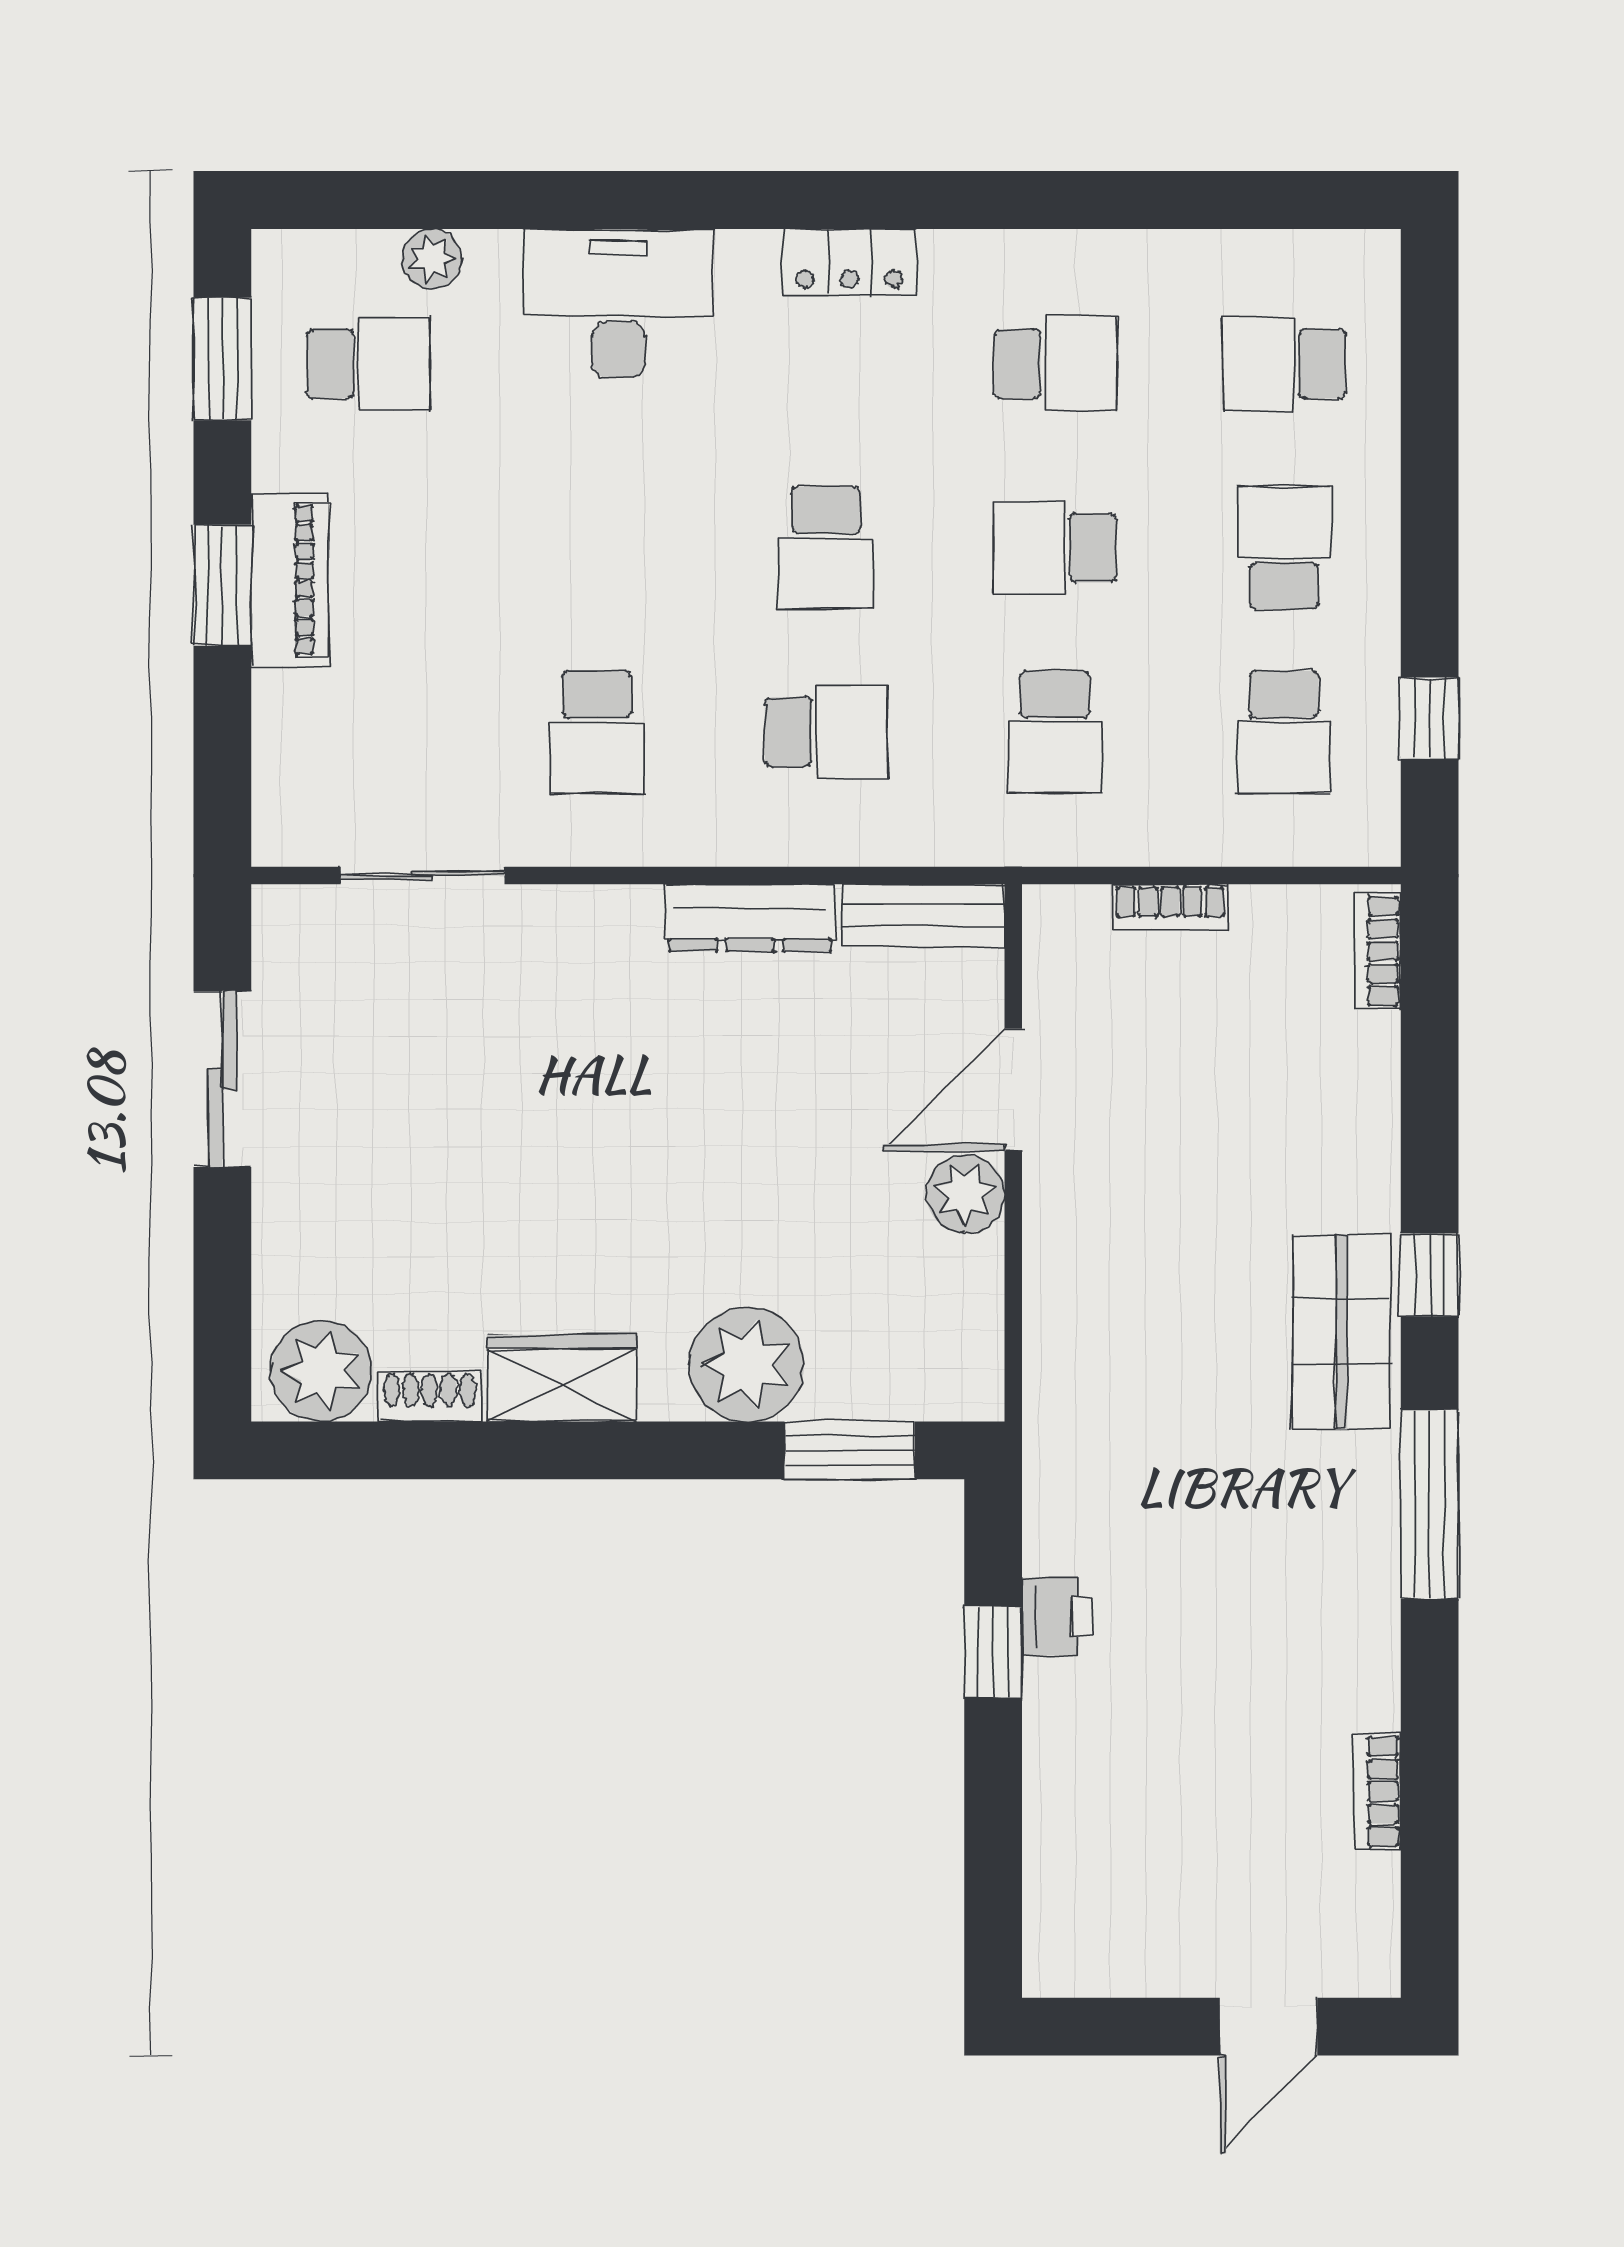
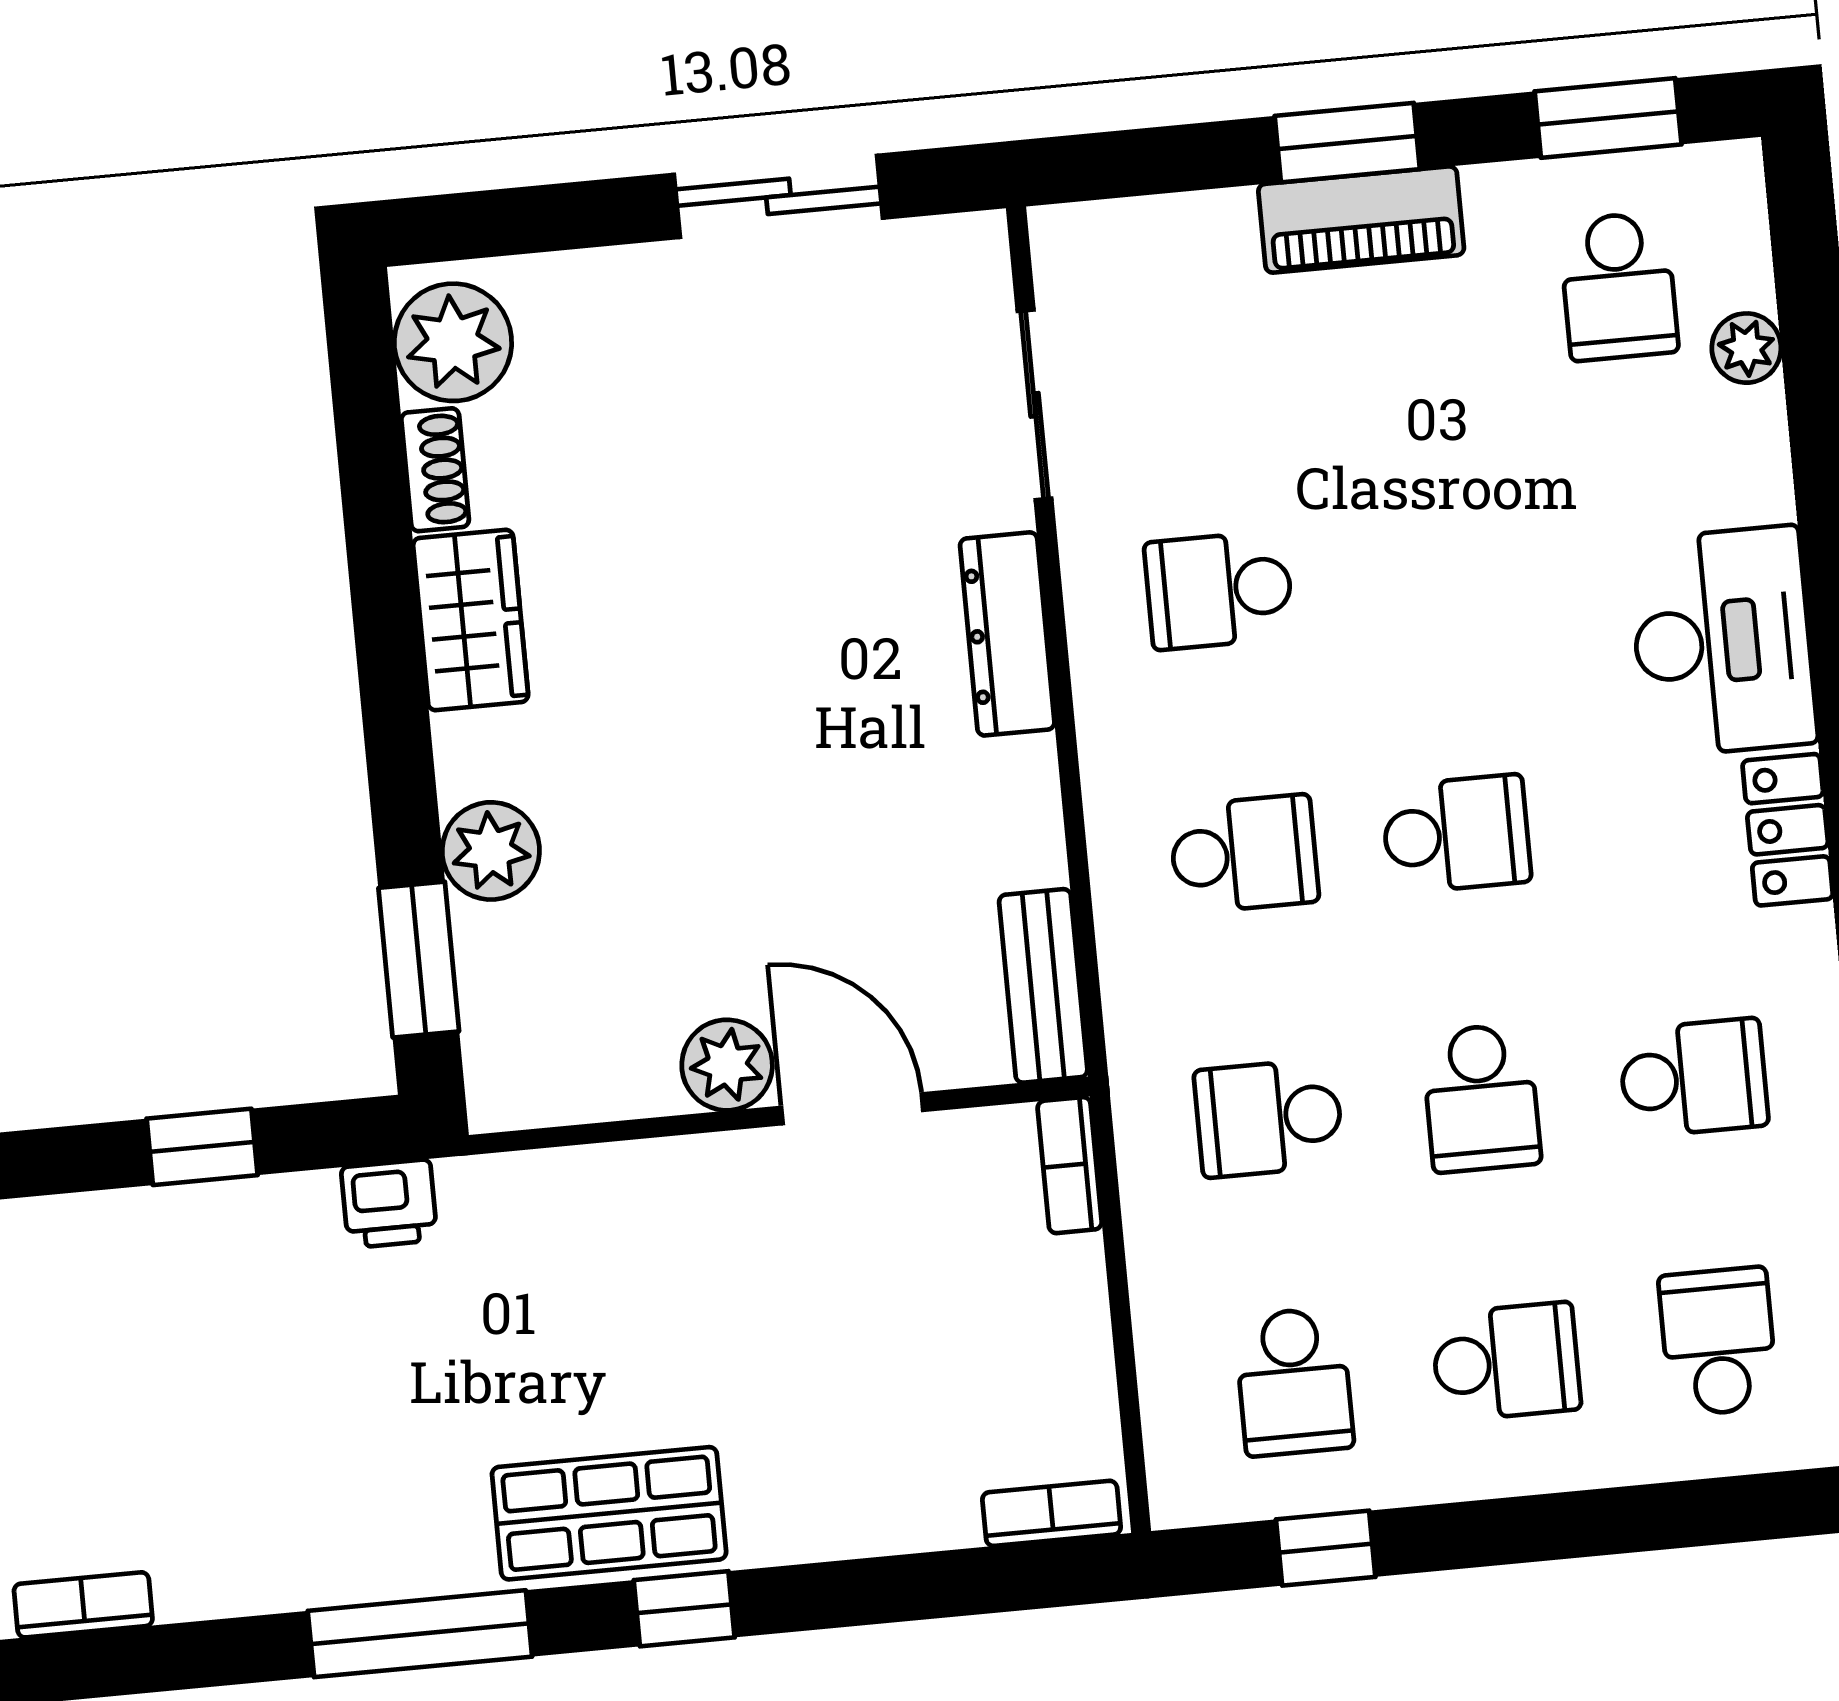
desk: (619, 303) -> (1722, 642), moved
school desk: (1055, 364) -> (1693, 1078), turned -90
school desk: (826, 548) -> (1456, 834), turned 180
school desk: (1055, 548) -> (1481, 1098), turned 180
school desk: (826, 732) -> (1244, 854), turned -90
school desk: (1284, 732) -> (1294, 1382), turned -90
bookcase: (1170, 907) -> (1070, 1165), moved
dresser: (750, 918) -> (1007, 634), moved
plant: (747, 1364) -> (491, 851), width x0.73, depth x0.73
printer: (1057, 1617) -> (389, 1204), moved

